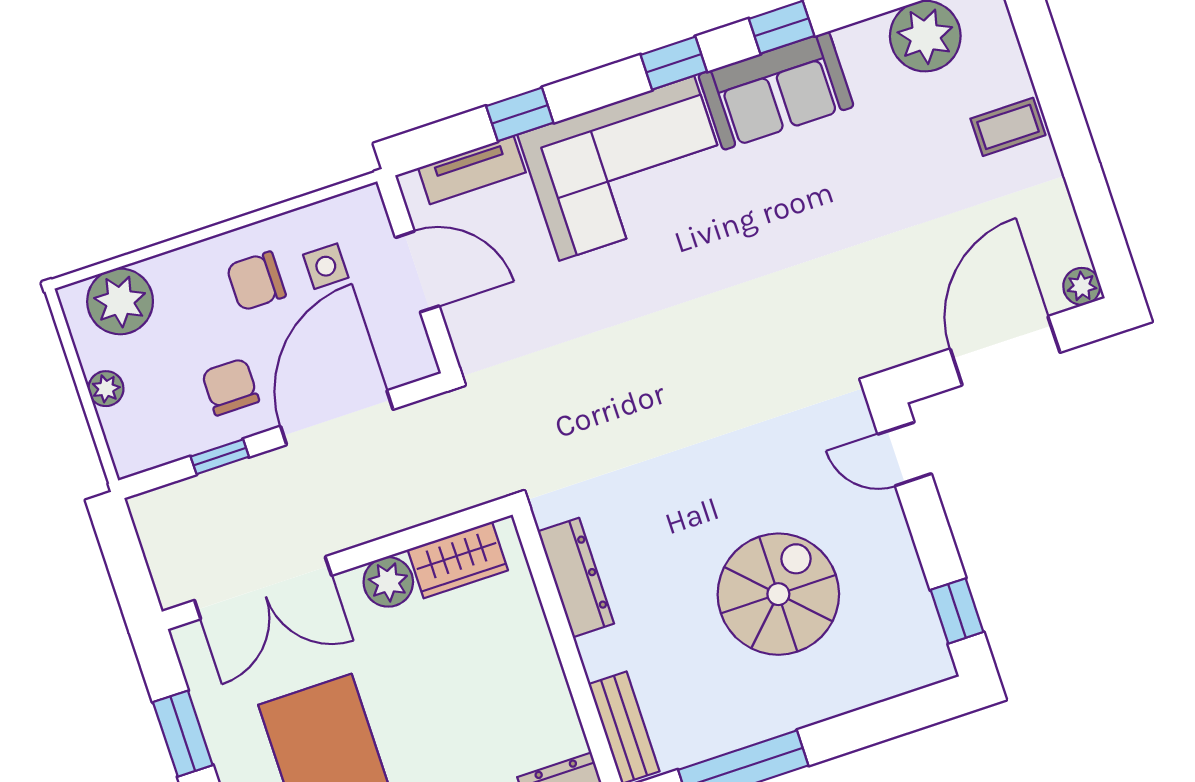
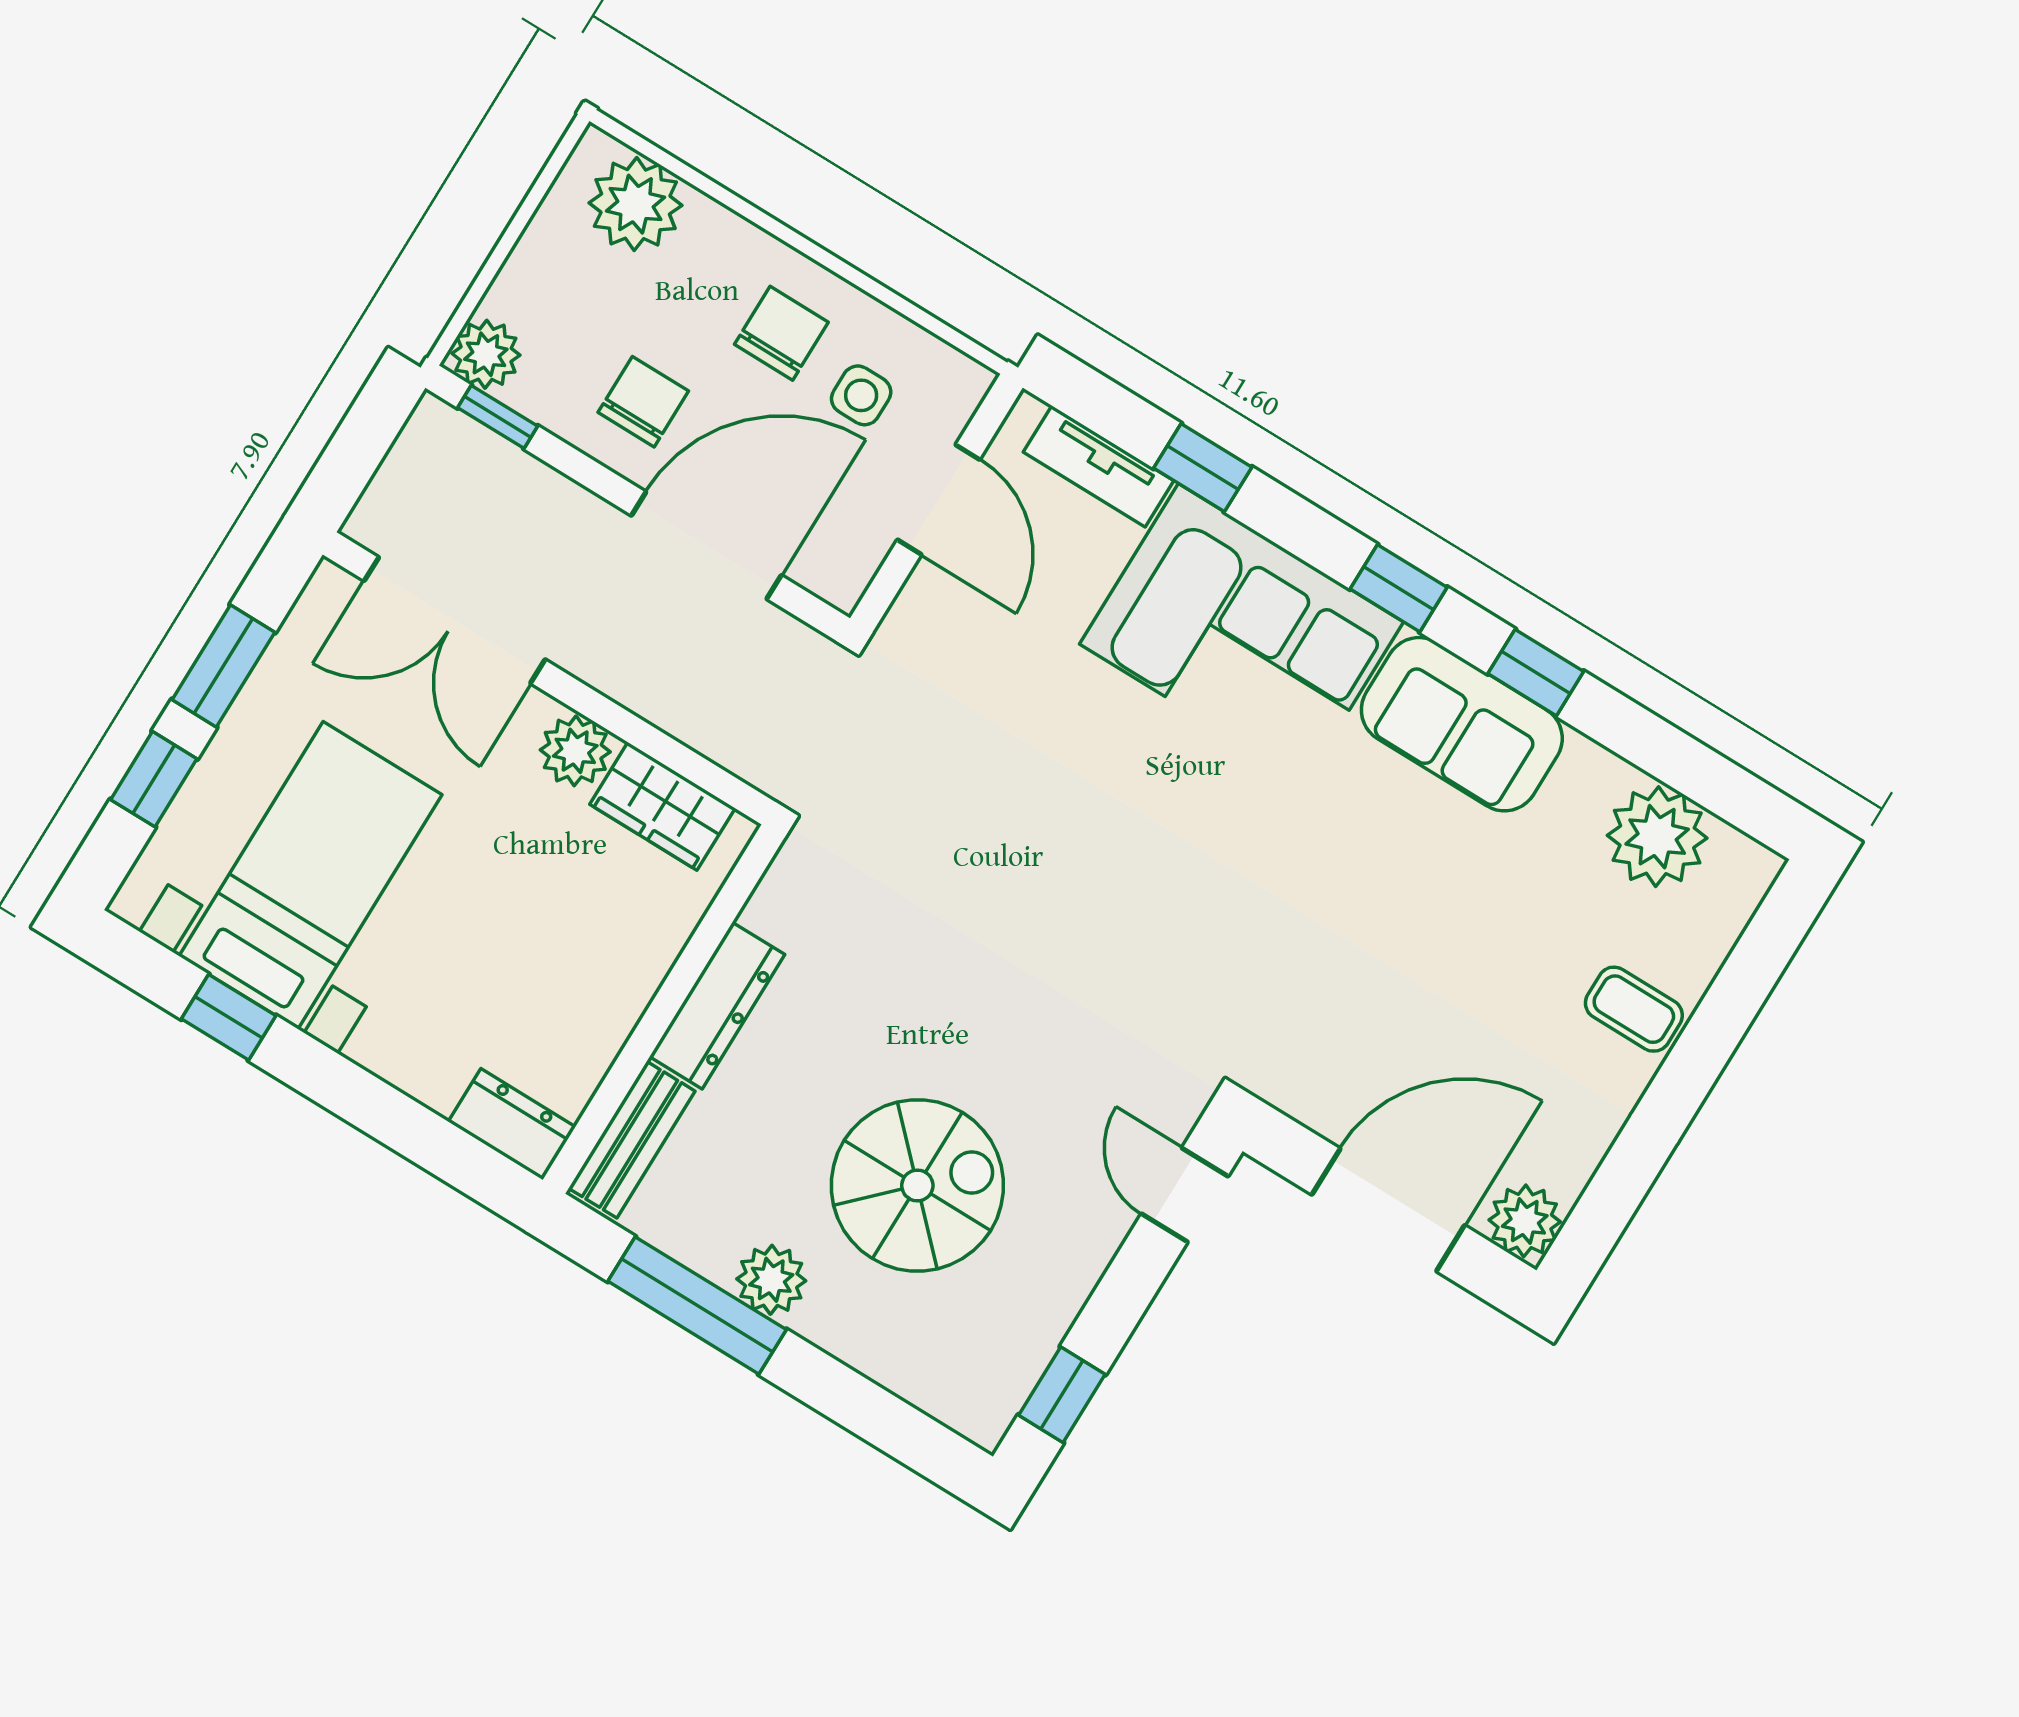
chair: (256, 281) -> (781, 333), turned 90
plant: (1082, 286) -> (1525, 1221), width x1.38, depth x1.38
plant: (106, 389) -> (486, 354), moved, width x1.38, depth x1.38
window: (220, 457) -> (498, 417), moved
dresser: (576, 577) -> (717, 1006), moved
plant: (763, 716) -> (771, 1280), added

